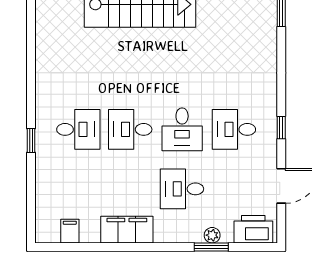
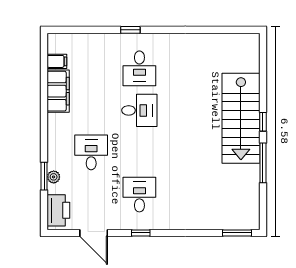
desk: (130, 129) -> (139, 110), turned 90
desk: (182, 129) -> (139, 152), removed
filing cabinet: (127, 230) -> (58, 91), moved

